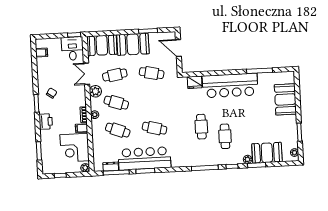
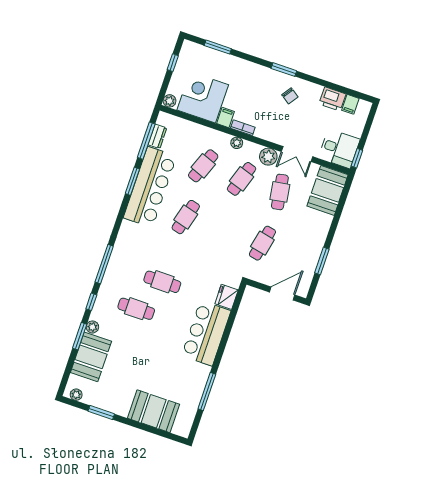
booth: (133, 44) -> (312, 233), removed
double door: (87, 74) -> (297, 154), swing flipped
bar counter: (230, 85) -> (206, 333), width x0.73
printer: (46, 122) -> (332, 99), moved

